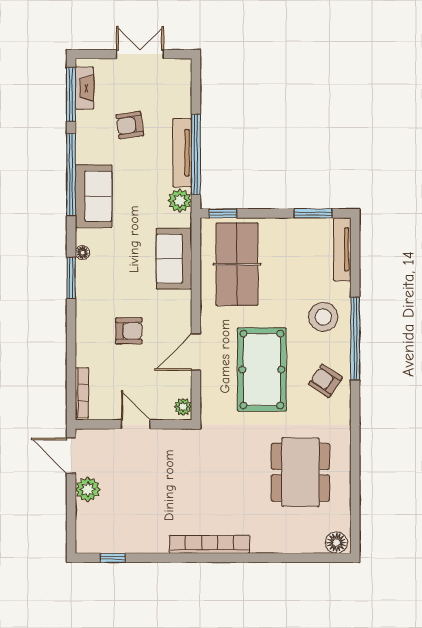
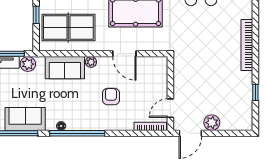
window: (223, 213) -> (36, 15), moved
window: (71, 278) -> (77, 133), width x2.11
plant: (183, 407) -> (91, 62), moved
door: (136, 424) -> (170, 108), moved
window: (113, 558) -> (255, 92), moved

